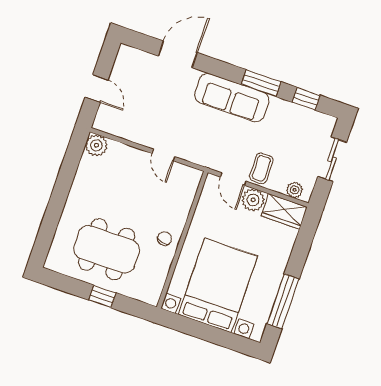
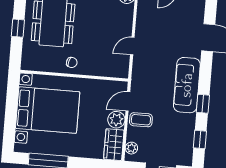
window: (261, 83) -> (203, 104), width x0.67

